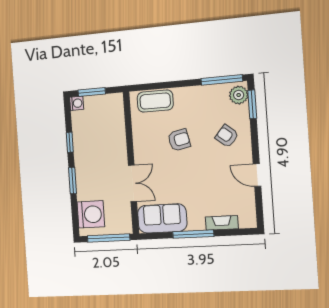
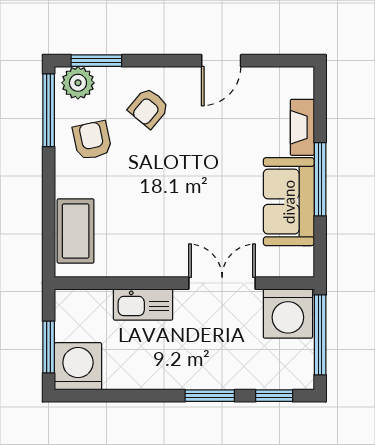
washing machine: (77, 103) -> (78, 366), width x1.89, depth x1.89
armchair: (179, 140) -> (92, 140), moved
kitchen sink: (118, 141) -> (143, 304), added
window: (70, 142) -> (274, 396), moved
washing machine: (91, 214) -> (288, 313), moved, turned 180
sofa: (162, 218) -> (289, 202), moved

